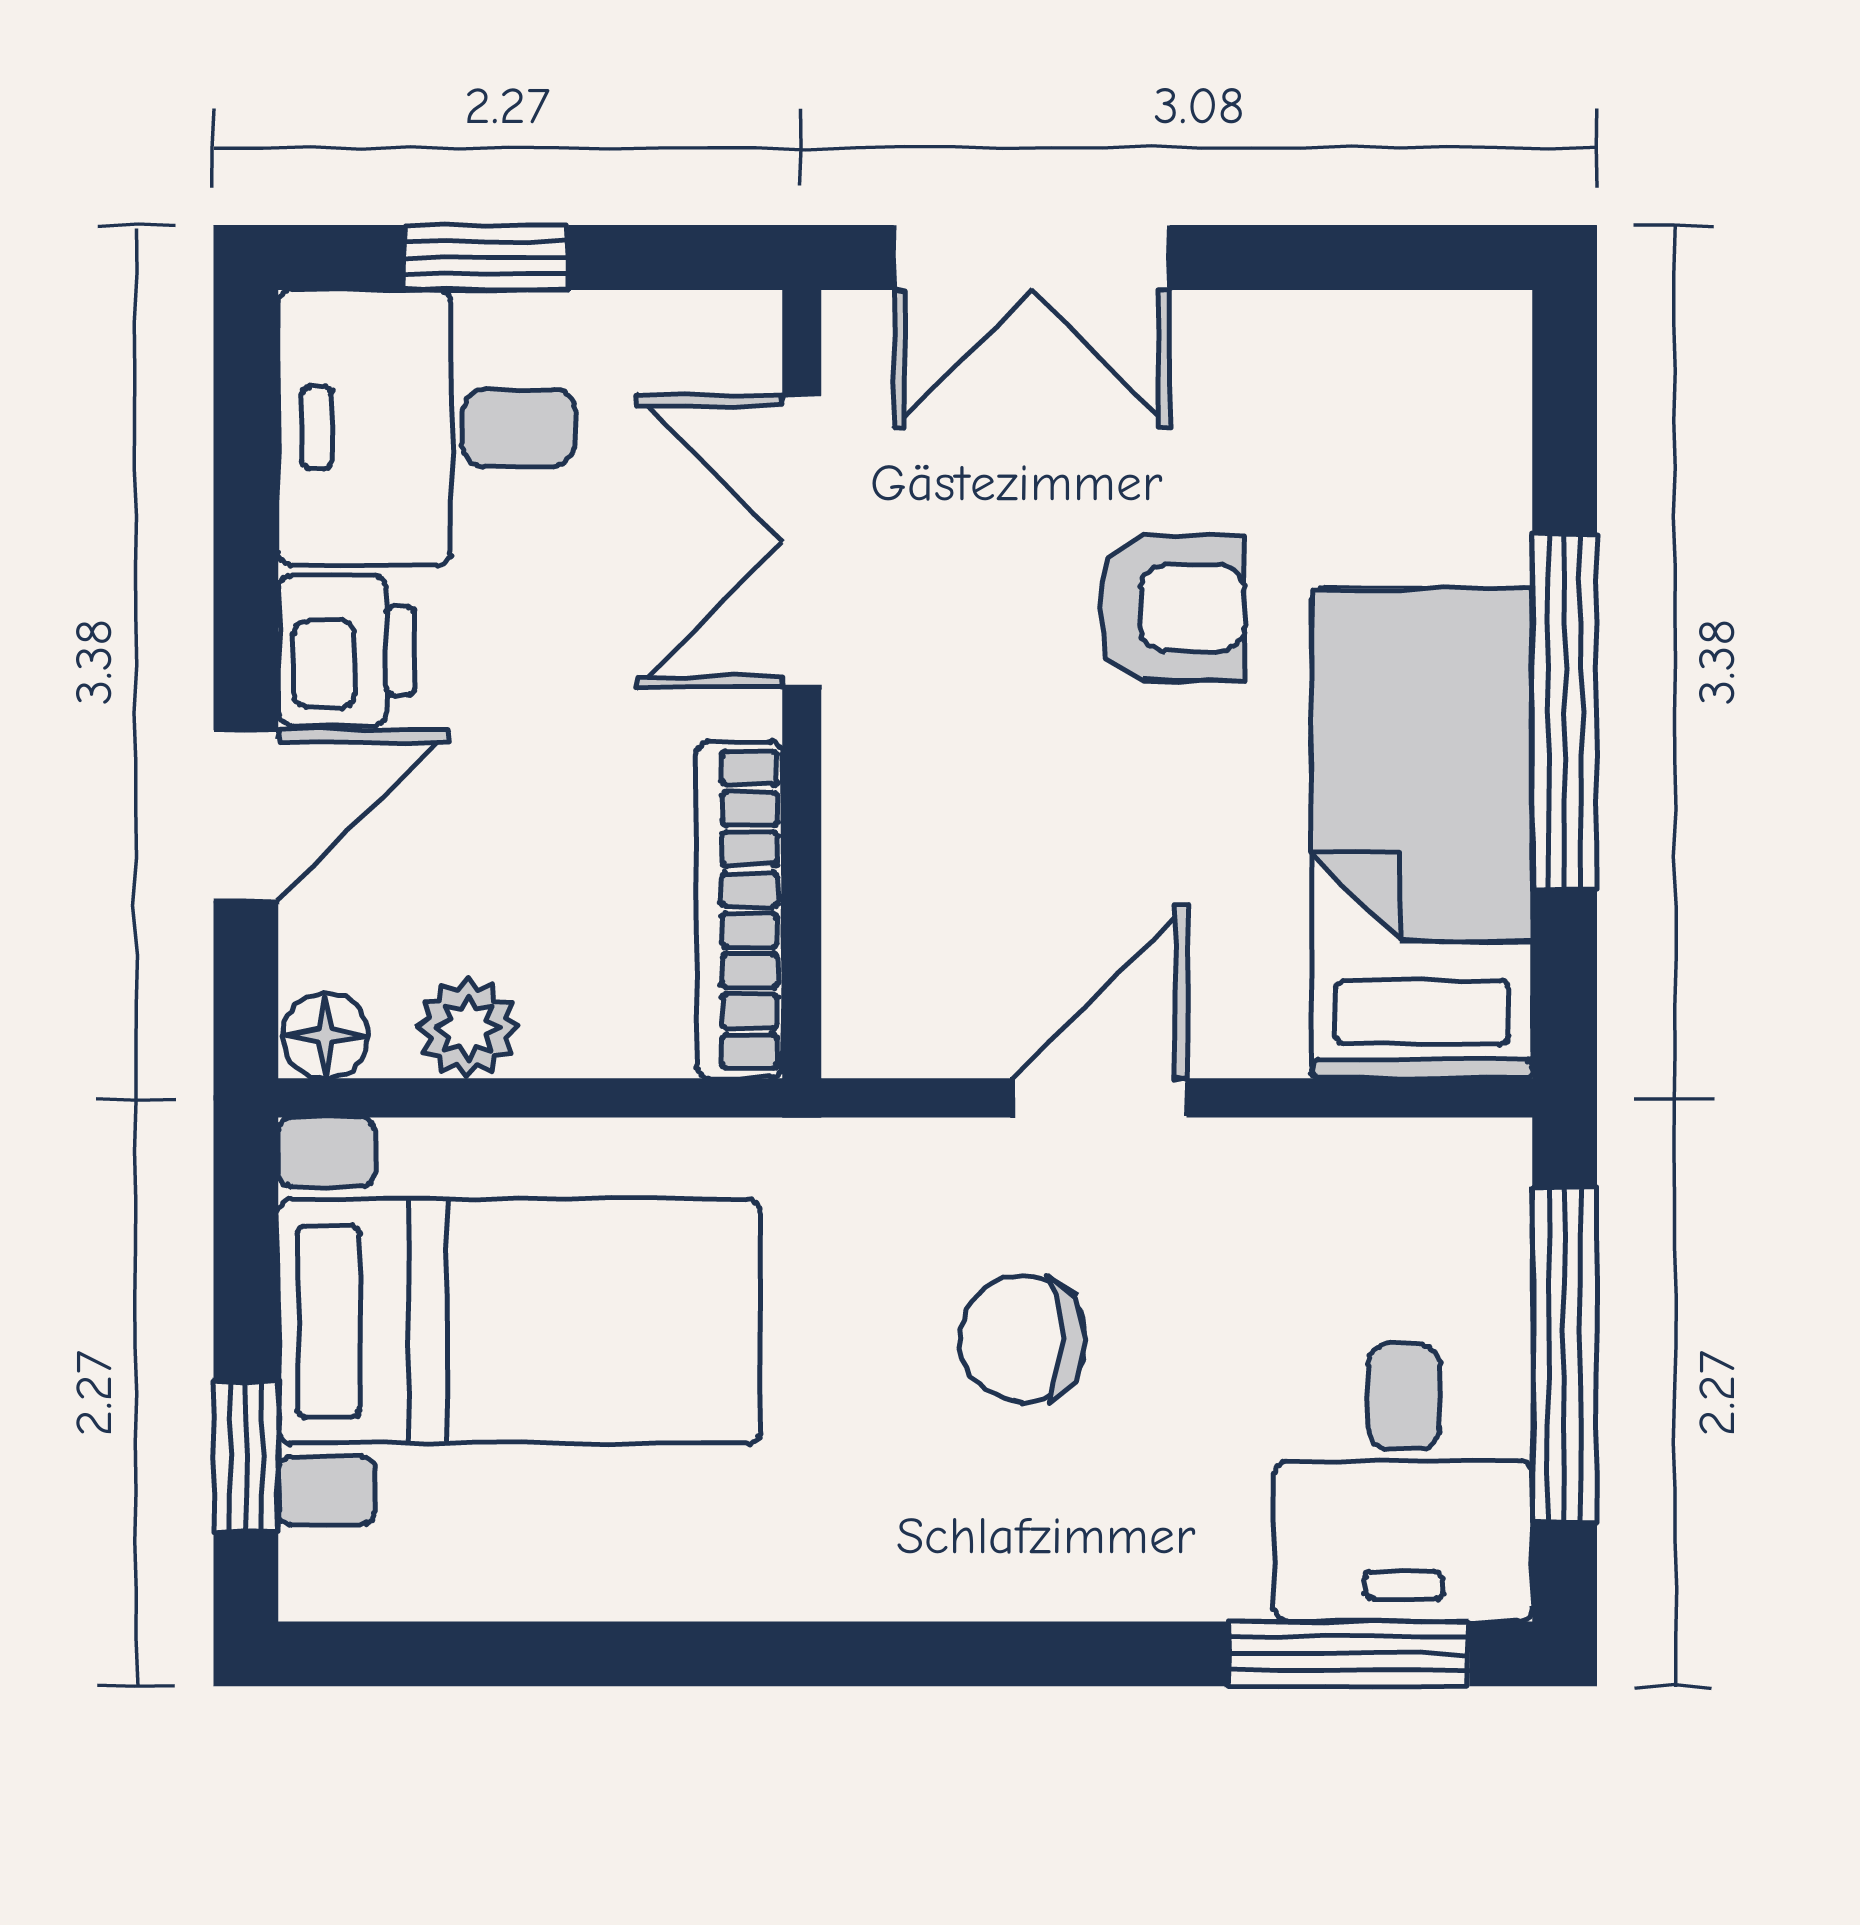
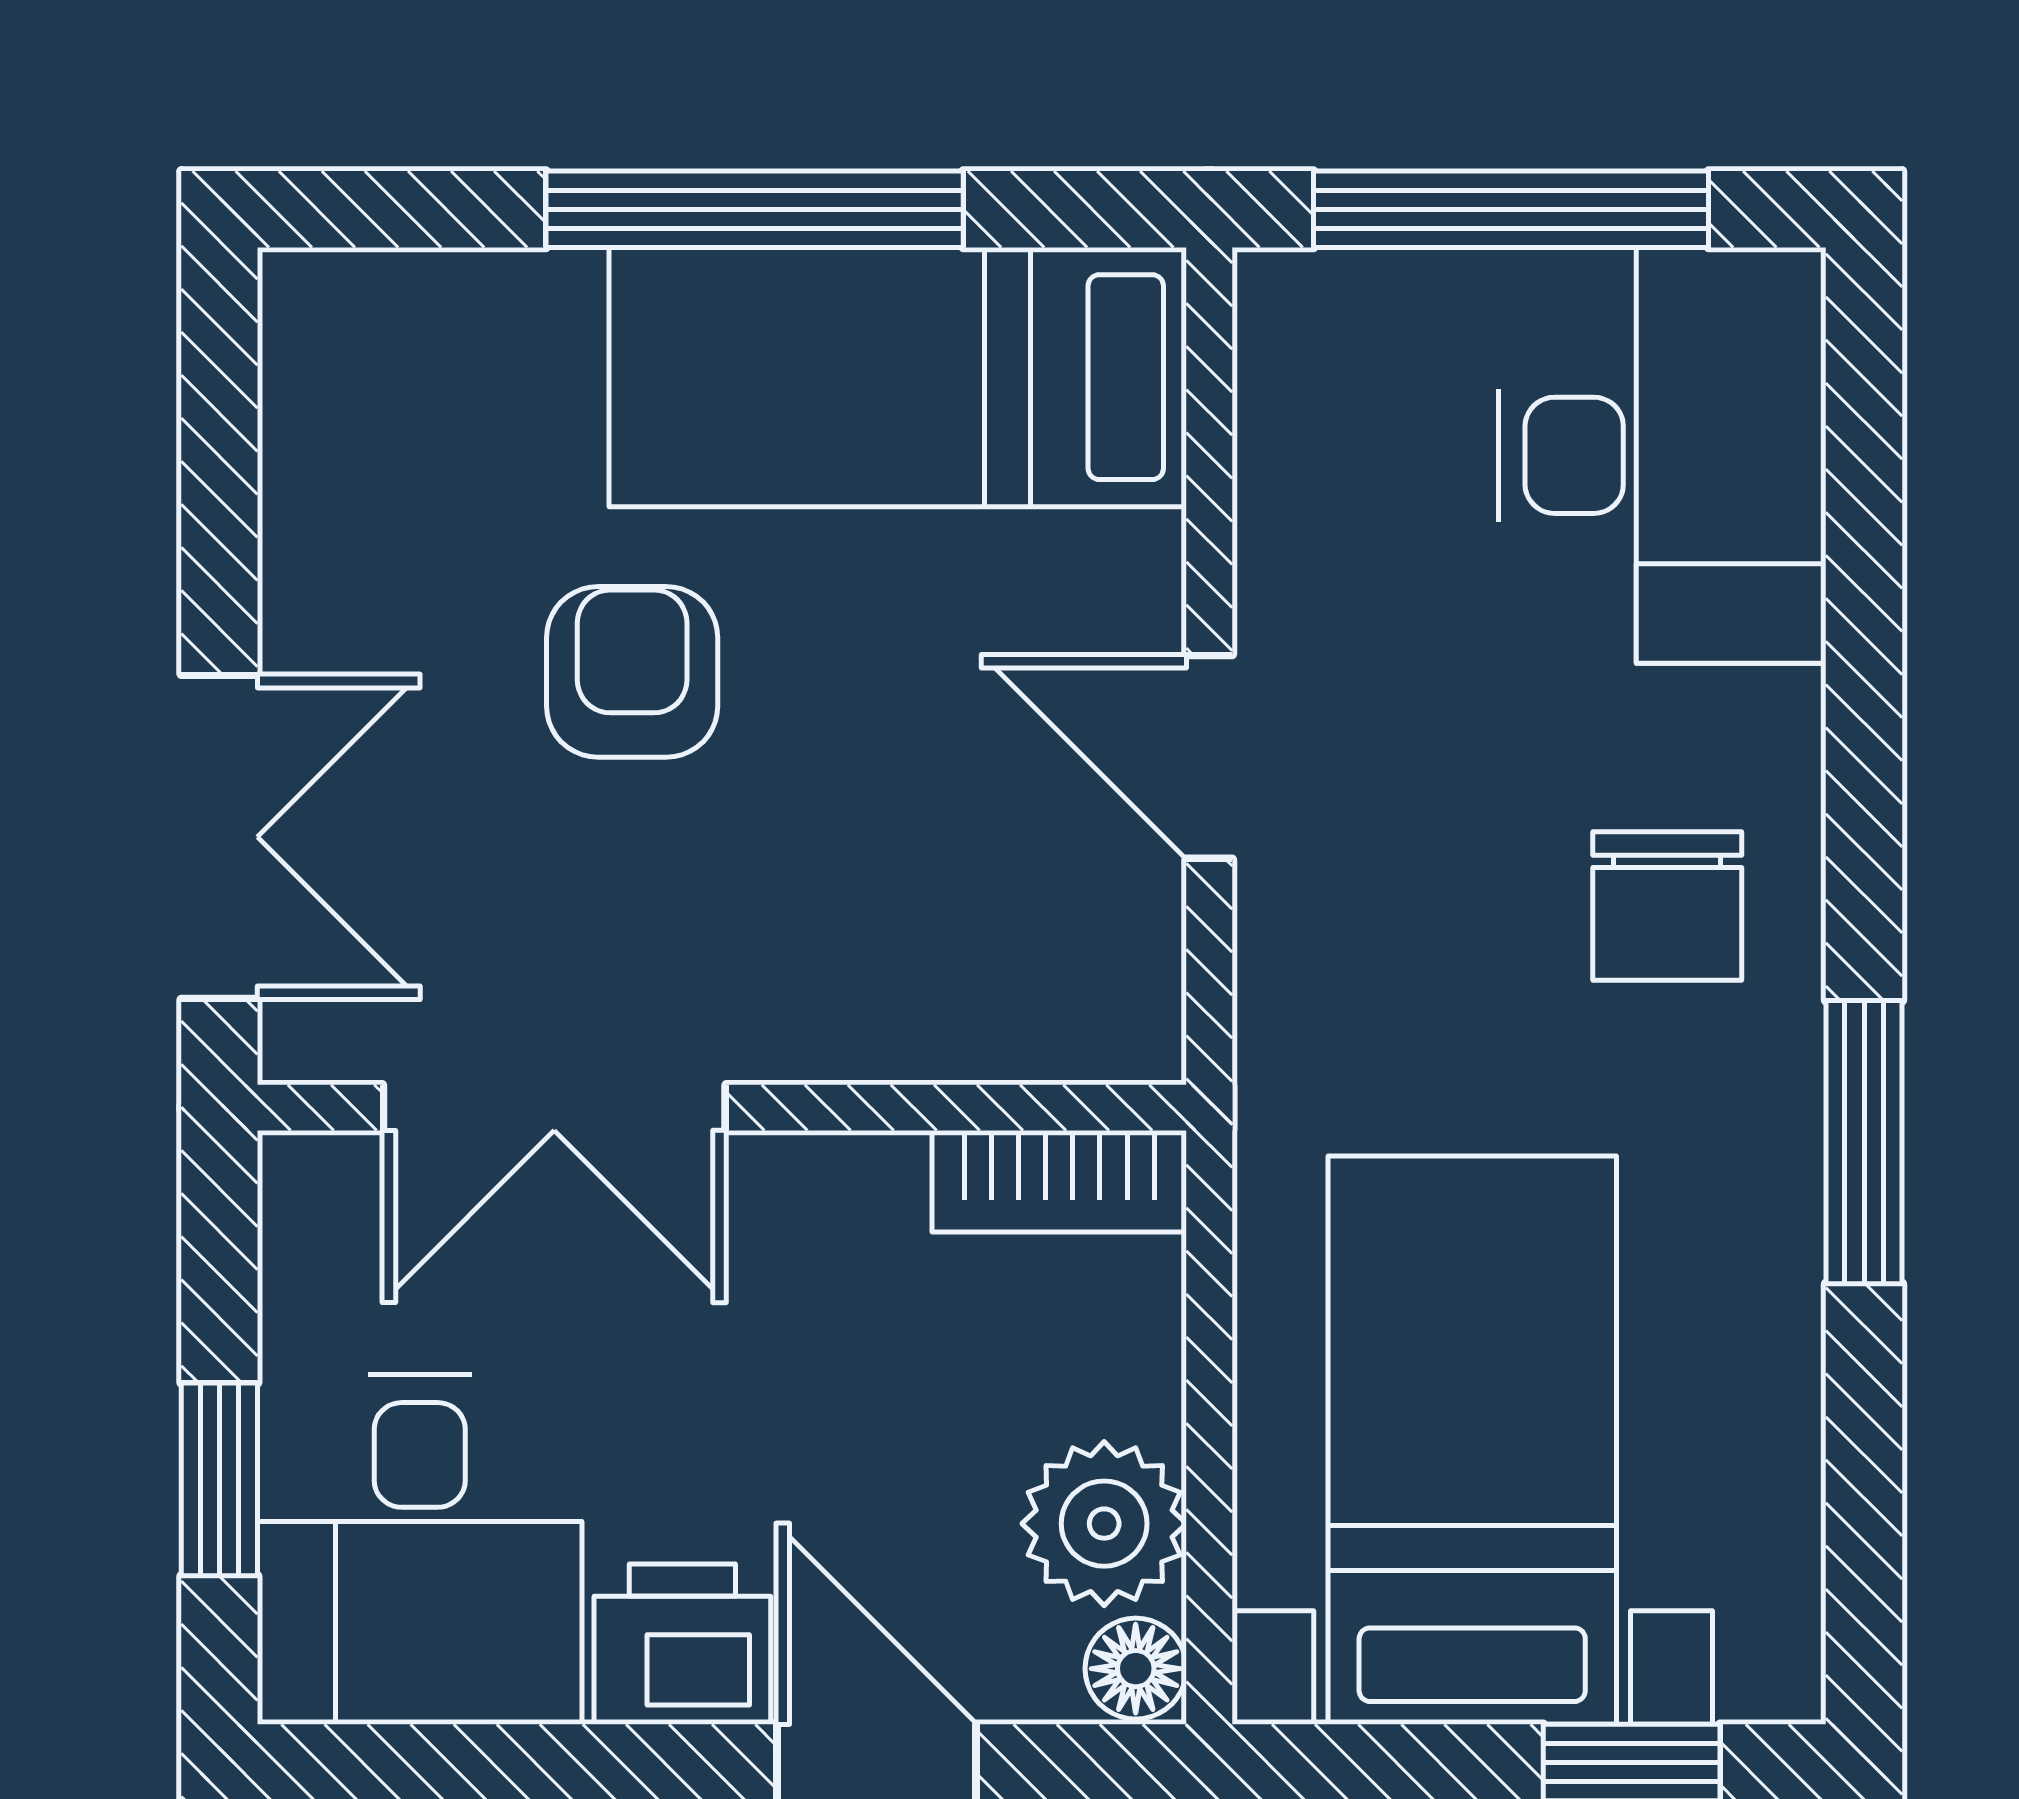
bookcase: (739, 910) -> (1059, 1181), width x0.64
plant: (468, 1028) -> (1104, 1524), width x1.38, depth x1.38
chair: (1023, 1339) -> (1667, 906), moved
desk: (1404, 1483) -> (1662, 455), width x1.37
window: (1349, 1654) -> (1864, 1142), moved

